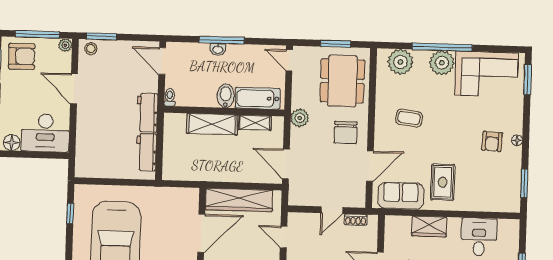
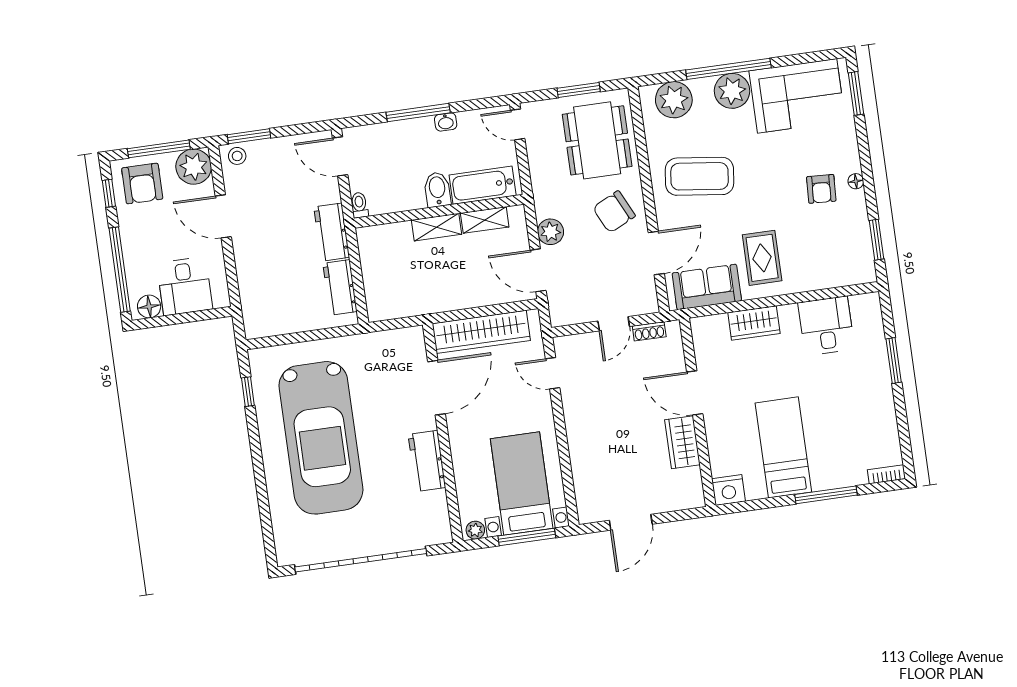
plant: (65, 45) -> (194, 167), width x1.88, depth x1.88
washbasin: (218, 49) -> (446, 122), moved
armchair: (22, 56) -> (142, 184), turned 90
plant: (300, 118) -> (551, 232), moved
coffee table: (409, 118) -> (700, 176), width x1.86, depth x1.72
shelving: (212, 124) -> (436, 227), width x0.67, depth x0.75
desk: (45, 133) -> (185, 286), width x0.73
chair: (346, 133) -> (614, 212), turned 64

